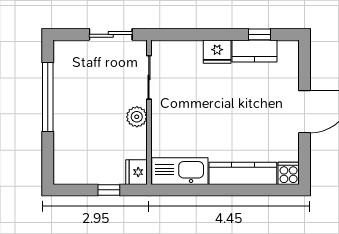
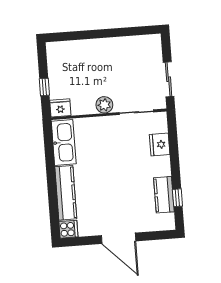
fridge: (217, 52) -> (160, 144), moved
window: (48, 97) -> (115, 33), removed

